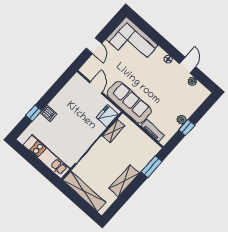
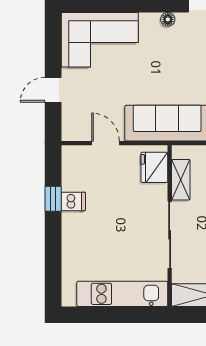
door: (94, 46) -> (53, 90), swing flipped
window: (34, 113) -> (53, 199), moved
dishwasher: (49, 113) -> (73, 201), moved

